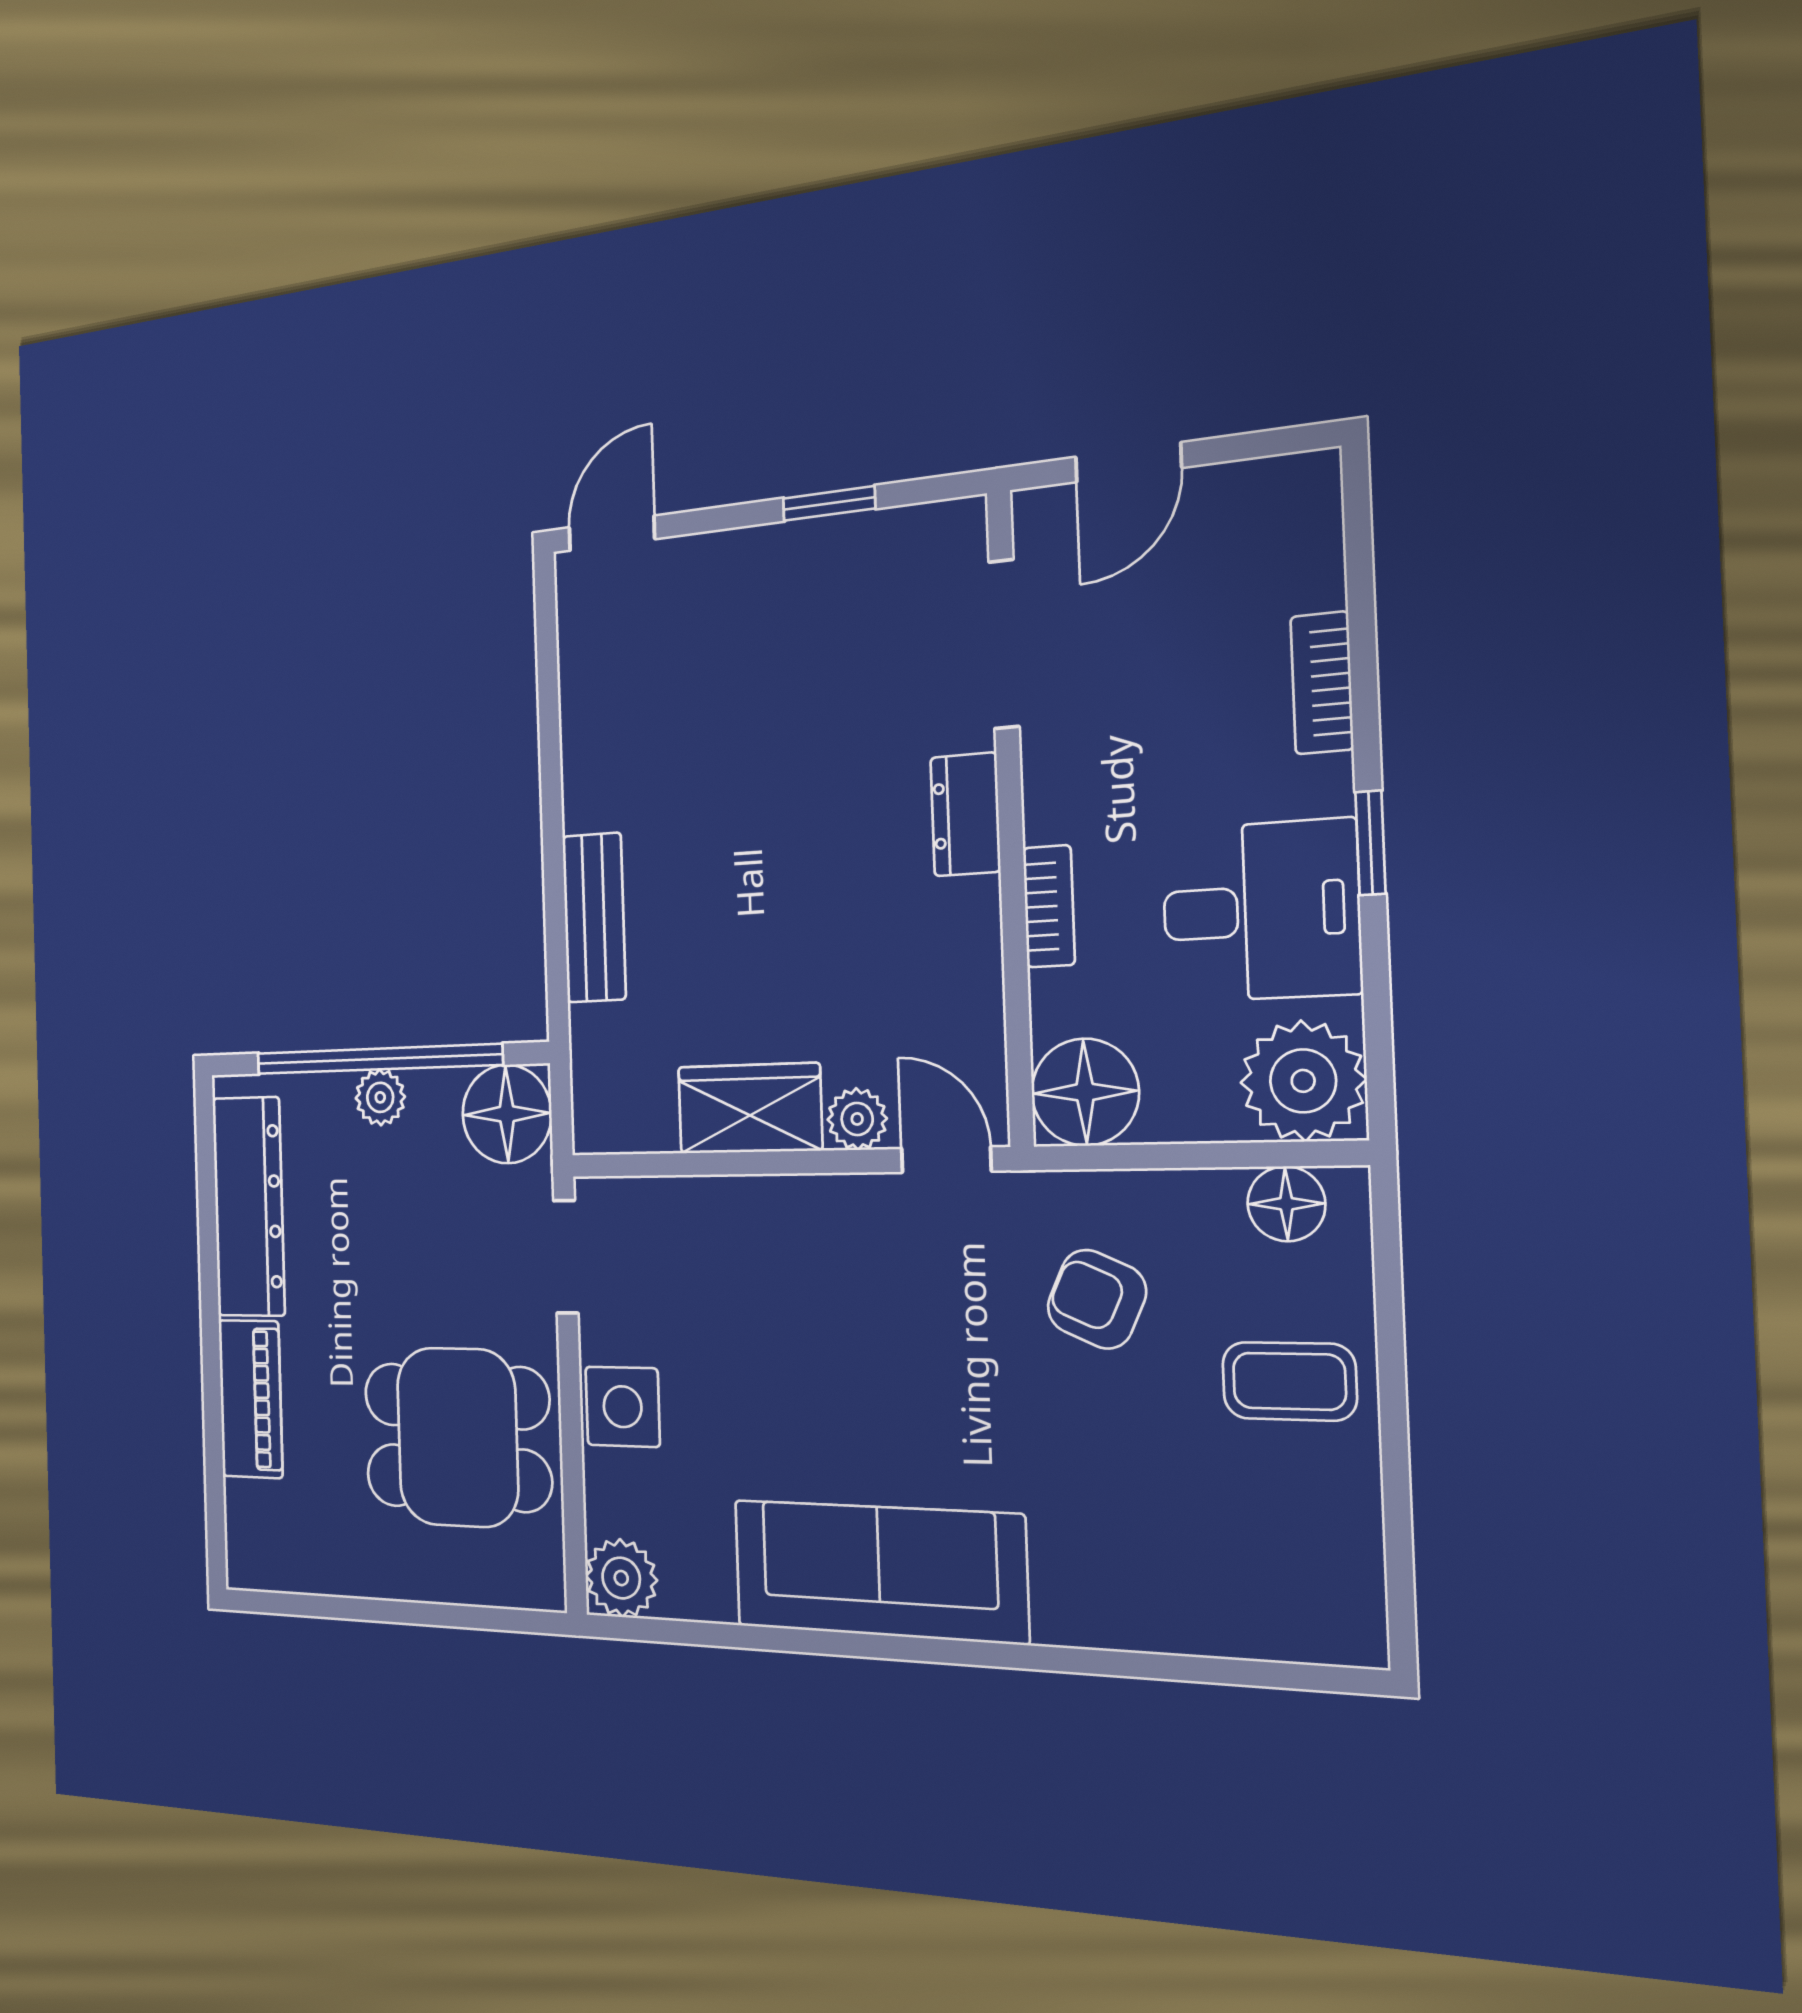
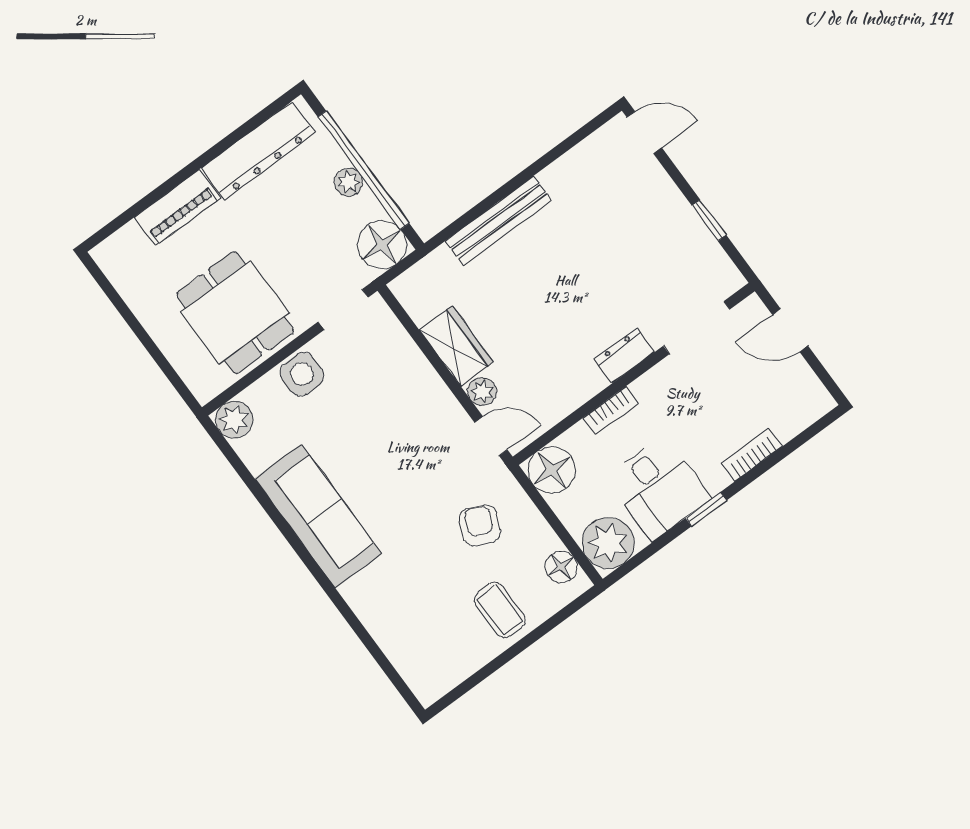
bench: (594, 918) -> (498, 221), width x1.36
door: (946, 1160) -> (491, 436), hinge flipped

